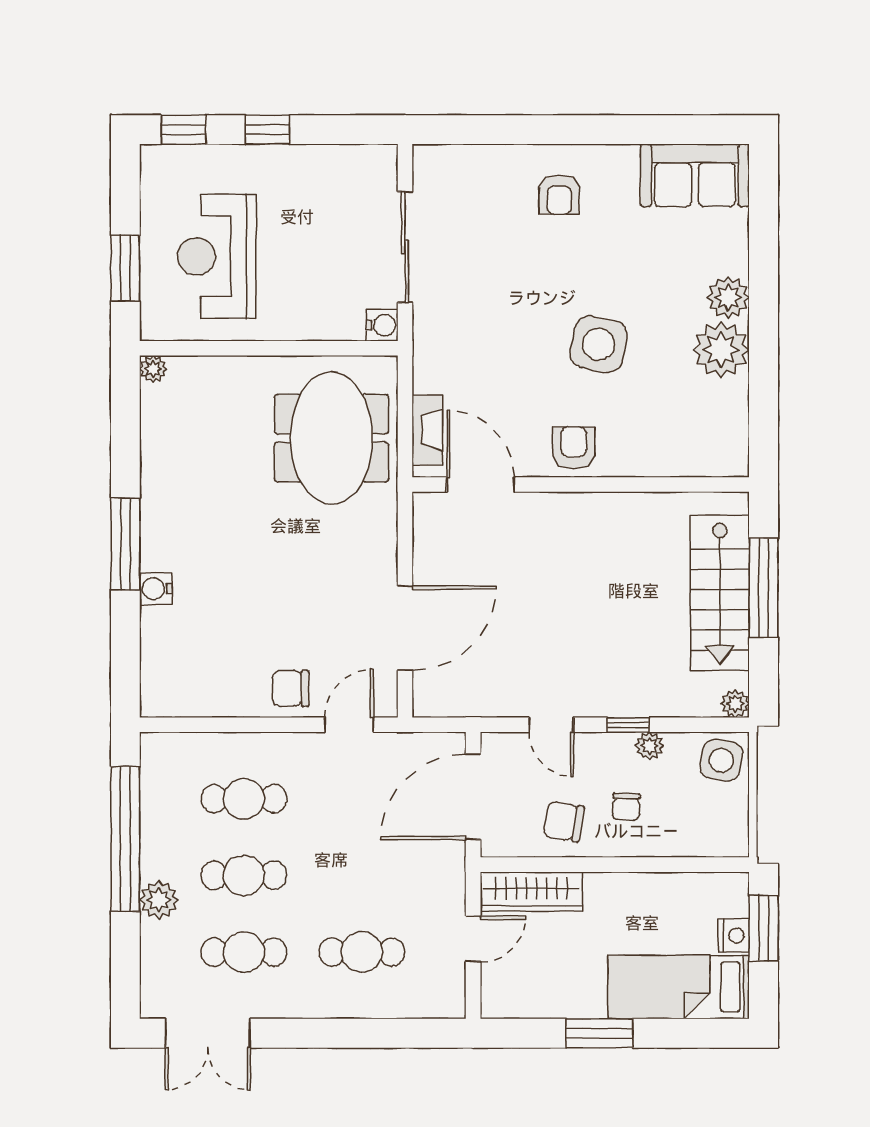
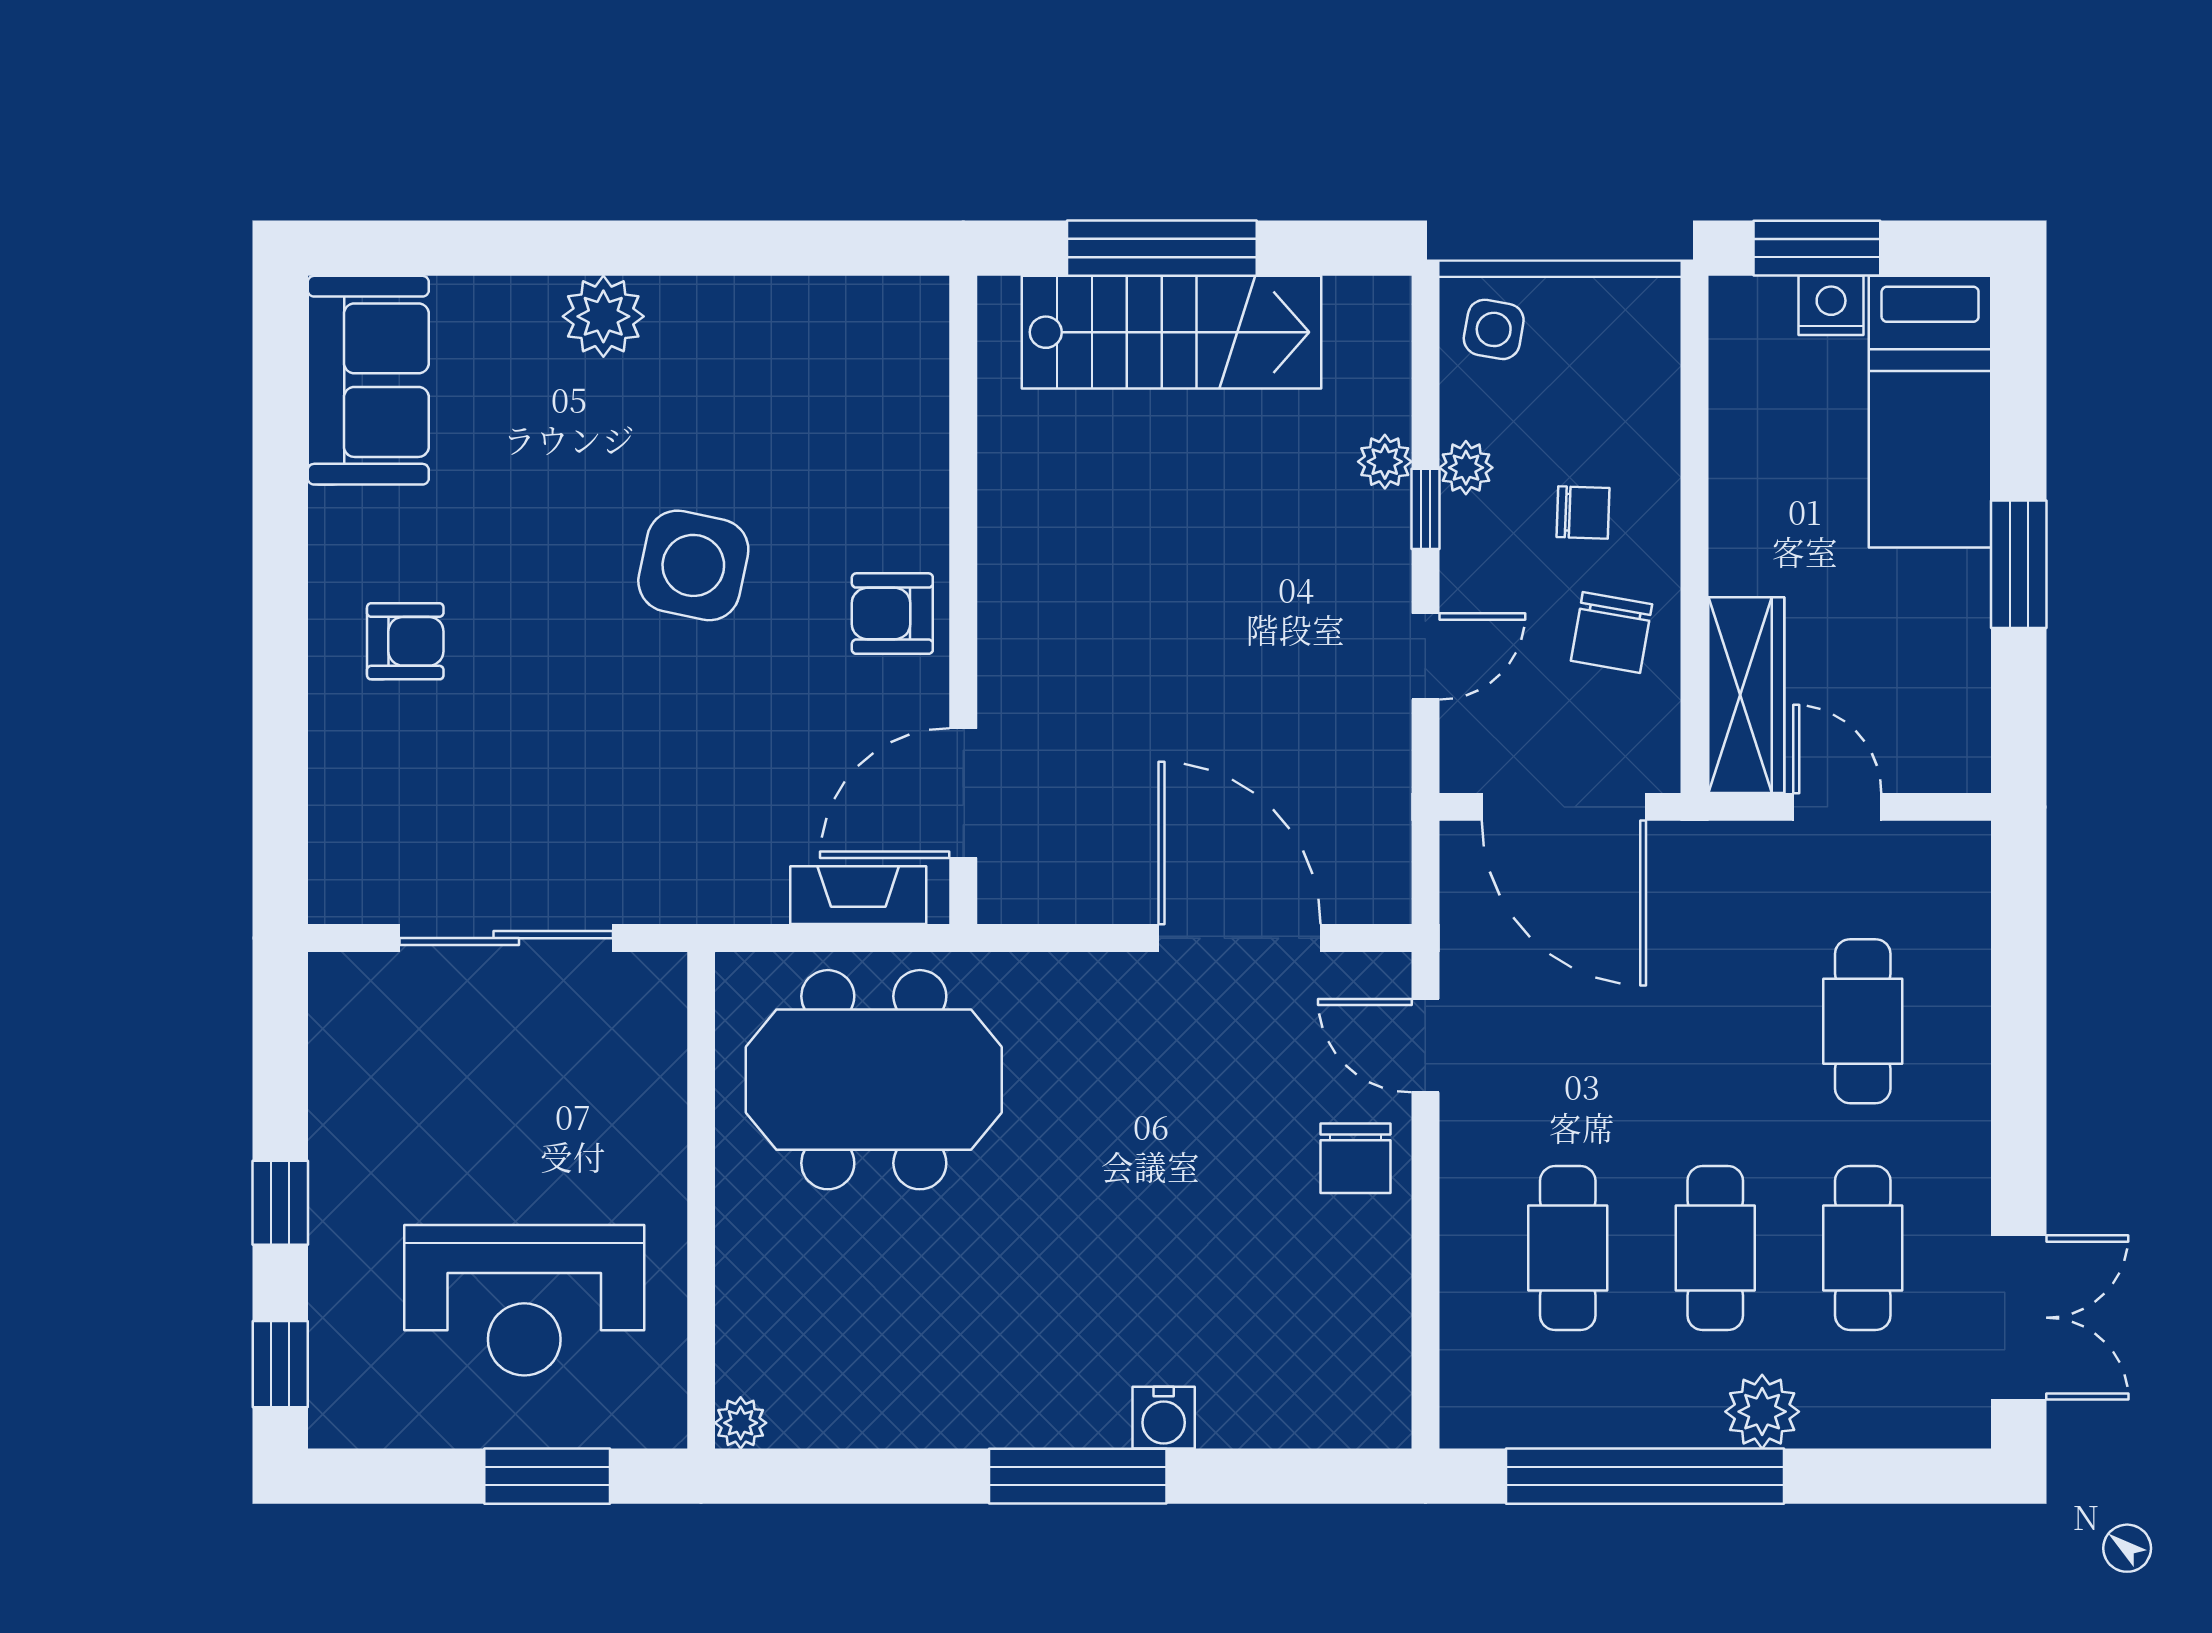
water cooler: (382, 325) -> (657, 982), removed
plant: (721, 350) -> (704, 330), removed
plant: (735, 704) -> (1385, 462), moved
side table: (721, 760) -> (1494, 329), width x0.73, depth x0.73

